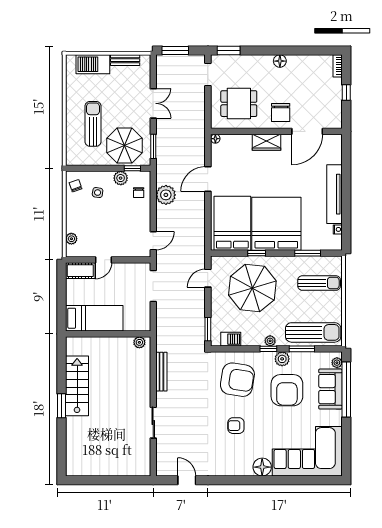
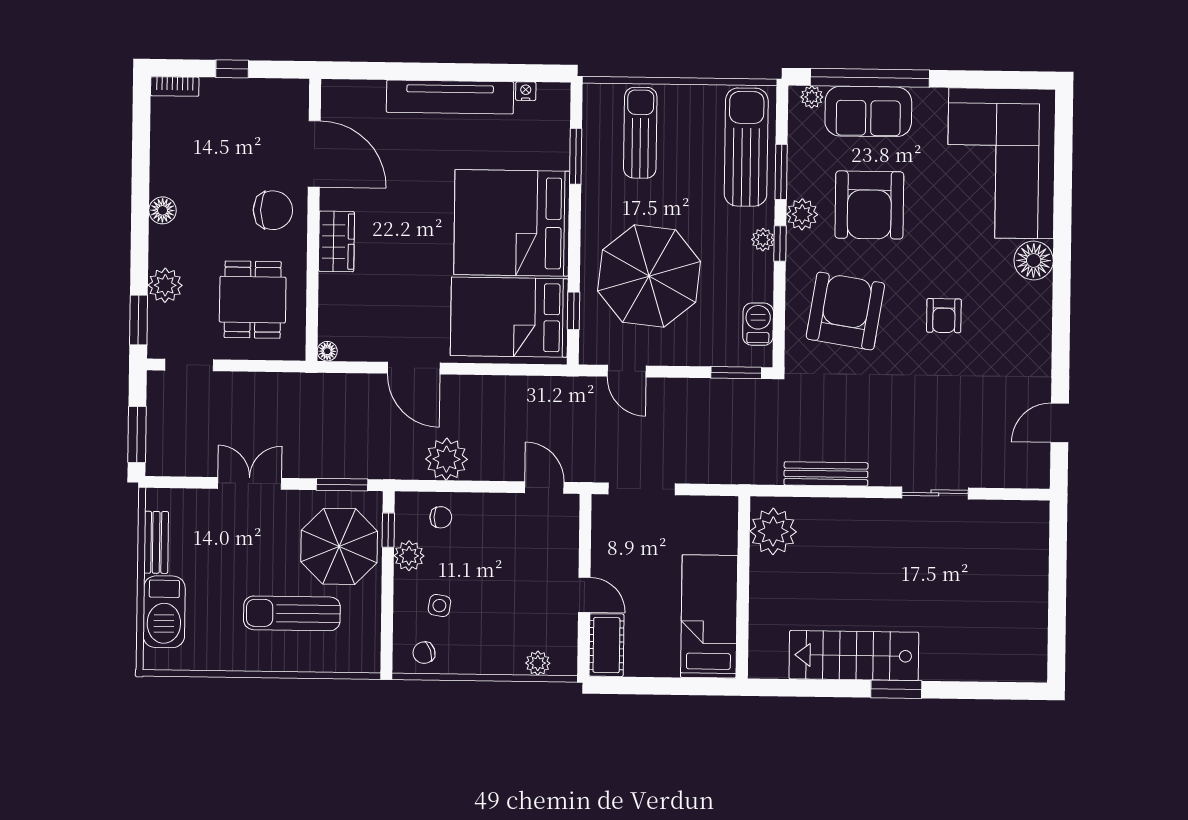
plant: (245, 63) -> (165, 285), added
window: (257, 253) -> (574, 311), moved
plant: (139, 342) -> (773, 531), width x1.88, depth x1.88
armchair: (287, 390) -> (869, 205), turned 90

